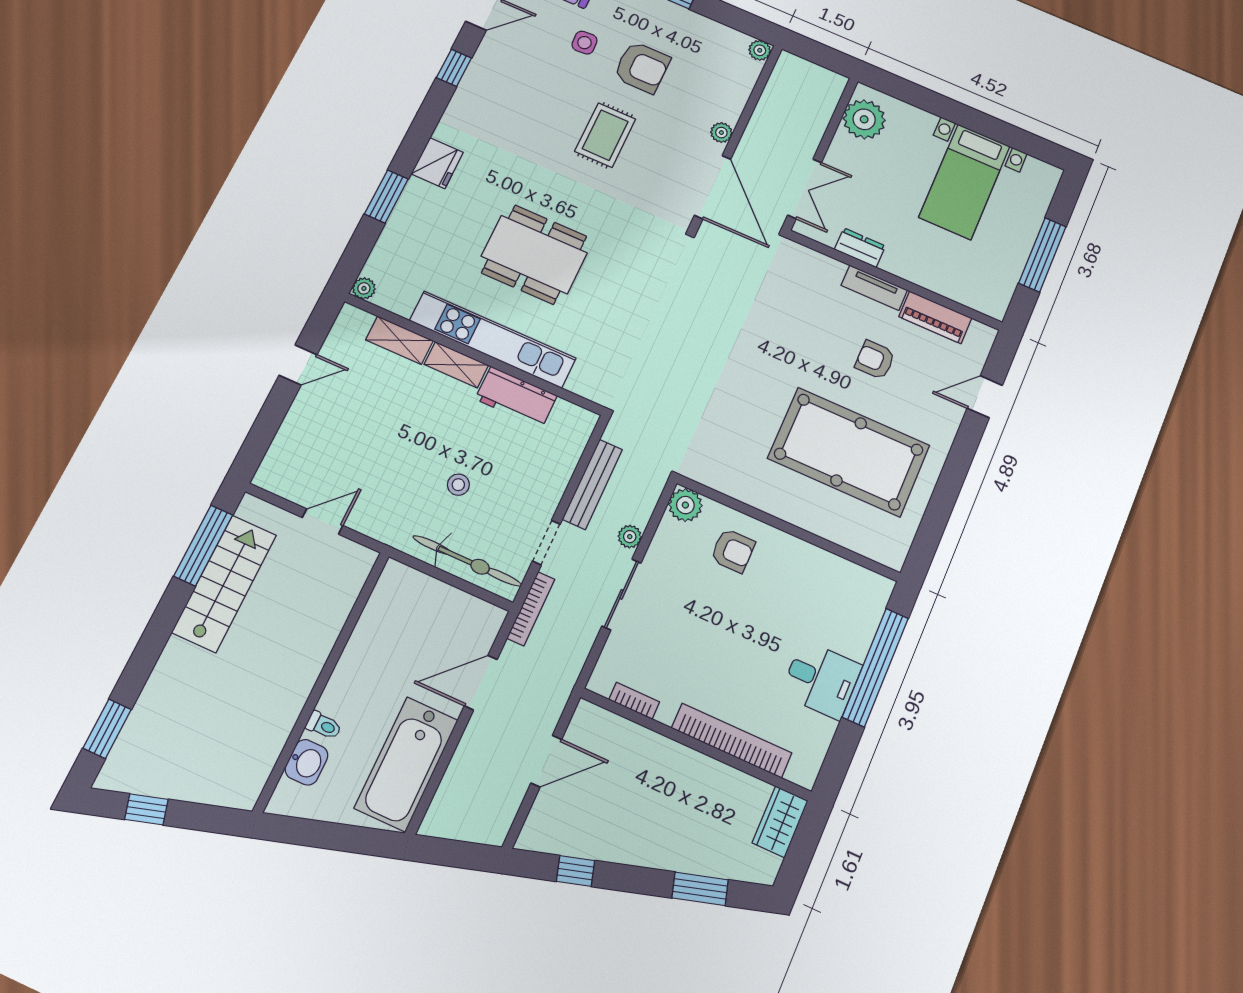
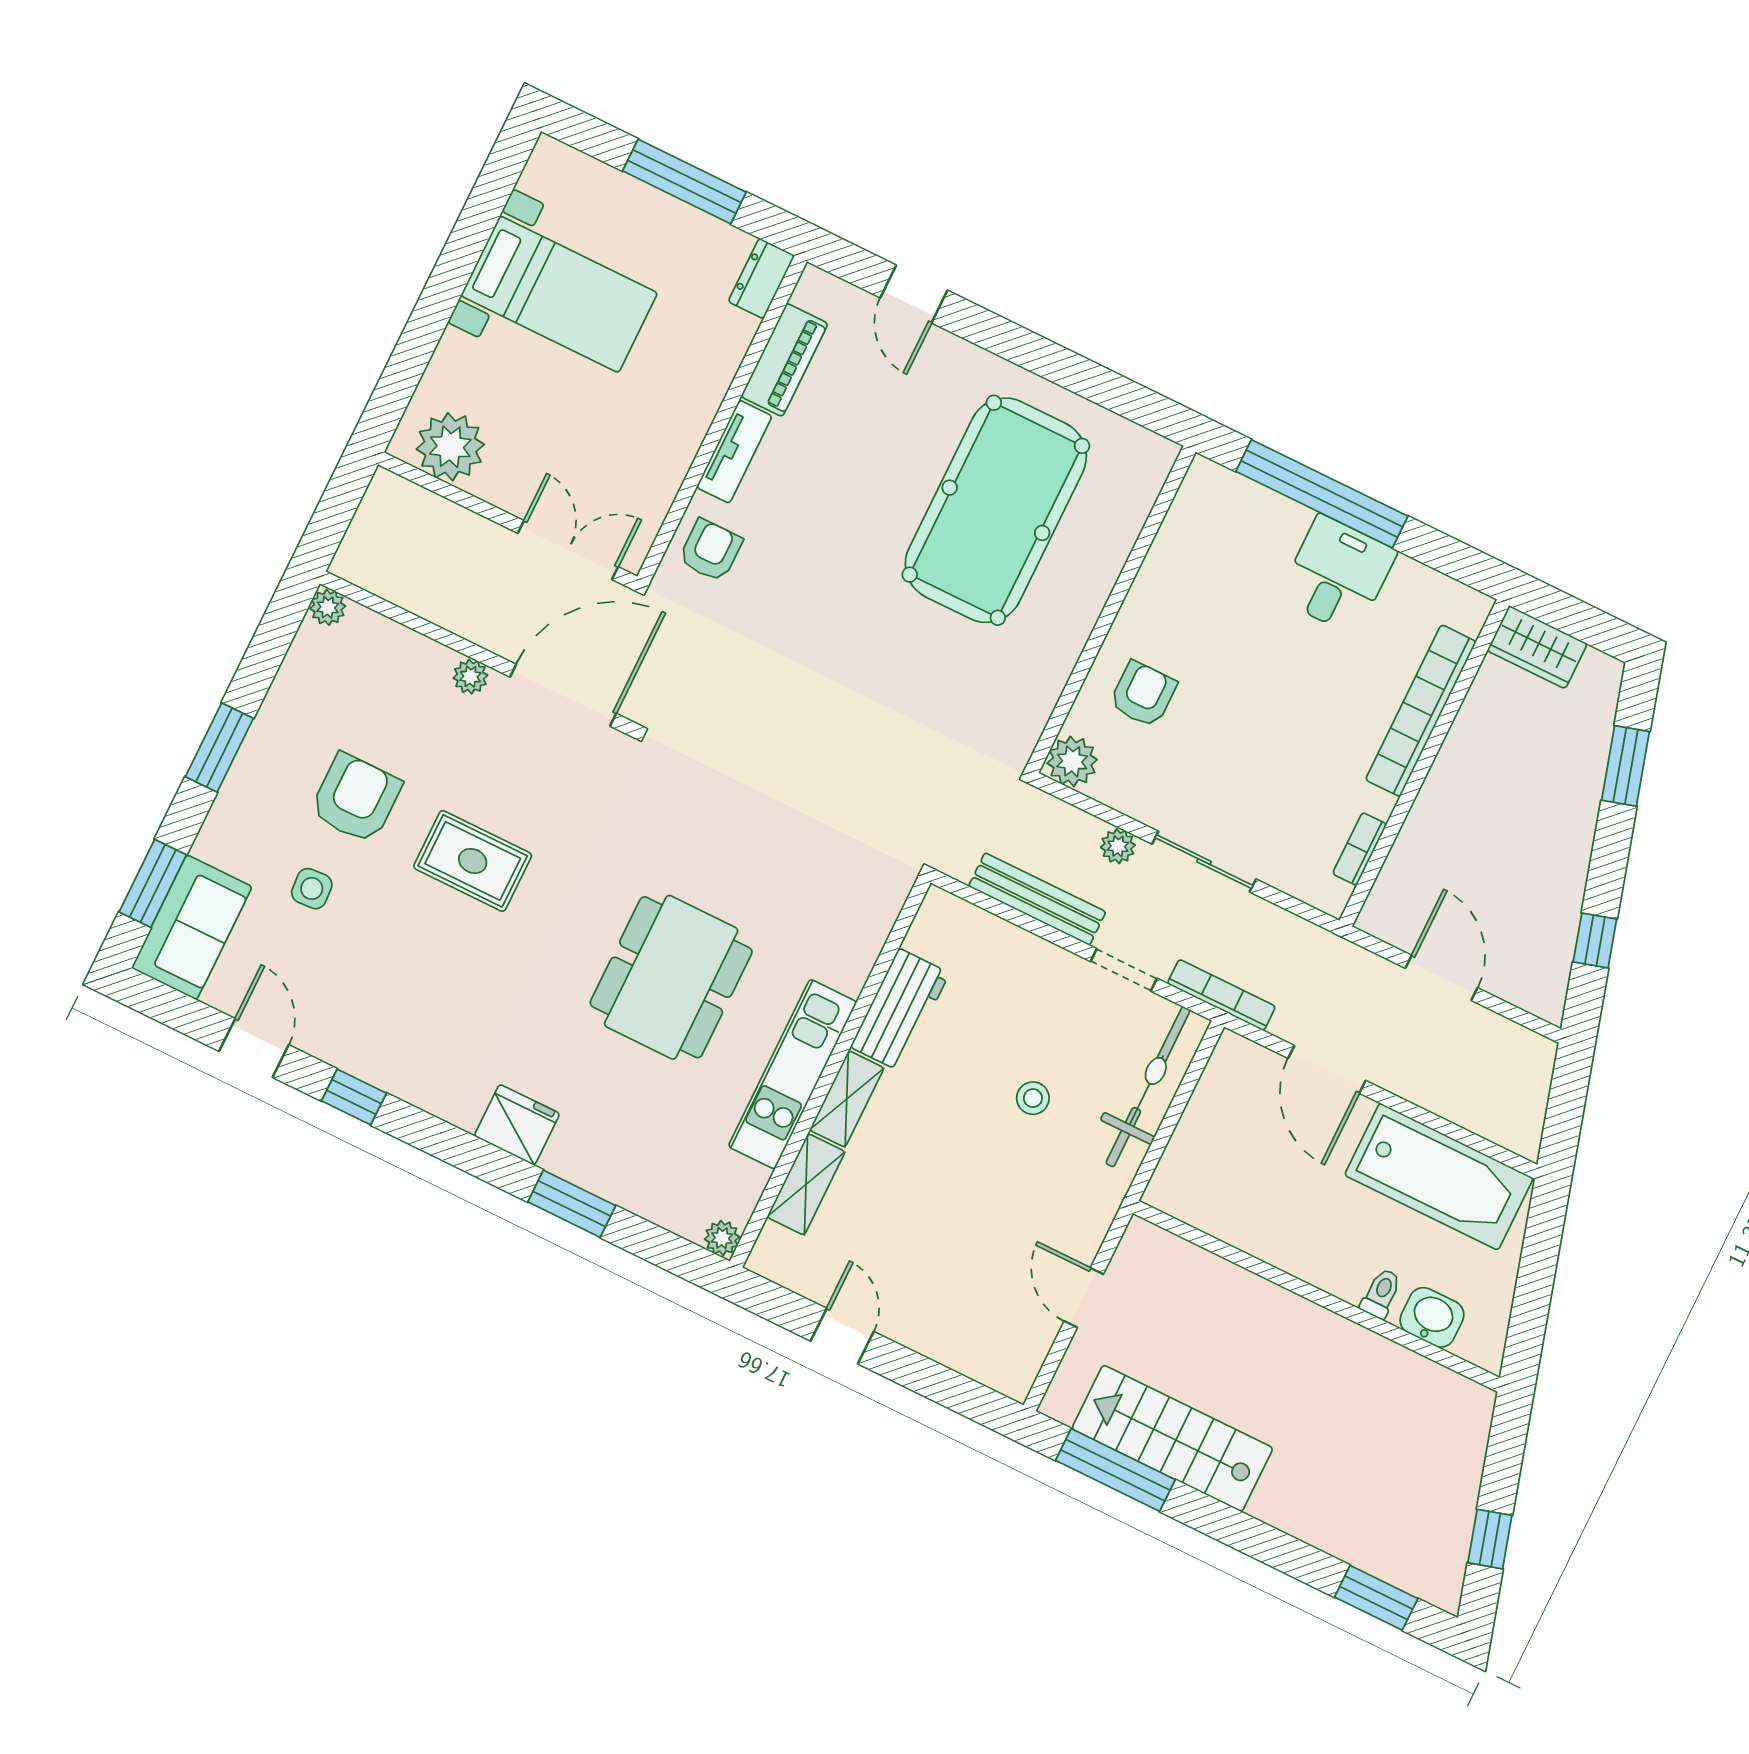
dresser: (860, 248) -> (761, 278), moved
kitchen unit: (493, 339) -> (793, 1074), width x0.73
armchair: (875, 360) -> (711, 550), moved, turned 180

